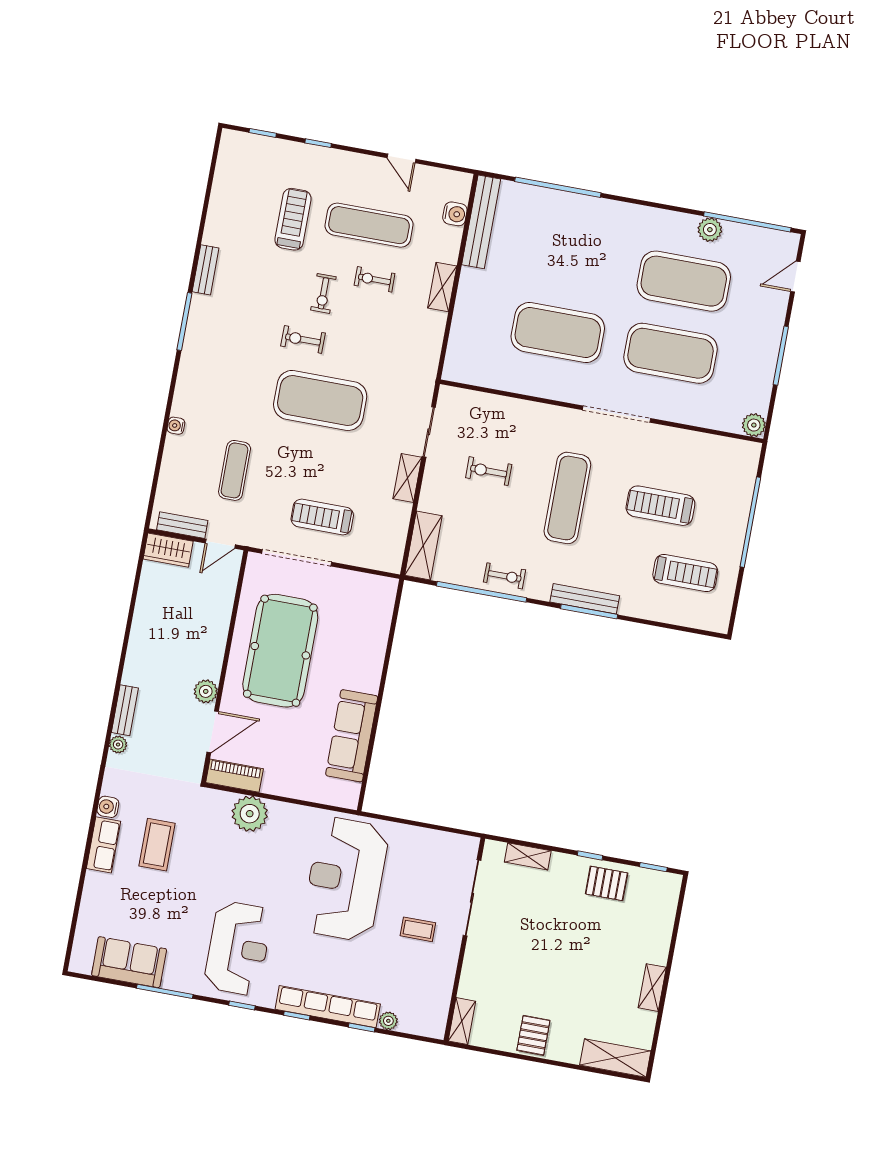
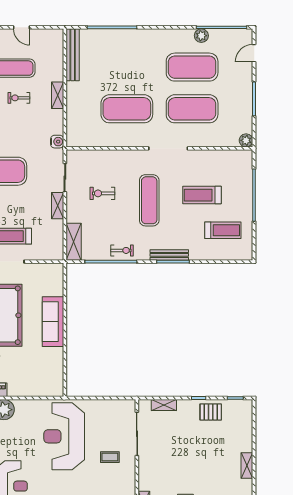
water cooler: (455, 214) -> (57, 142), moved
sofa: (352, 736) -> (53, 322), moved

